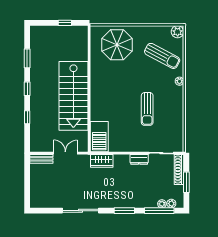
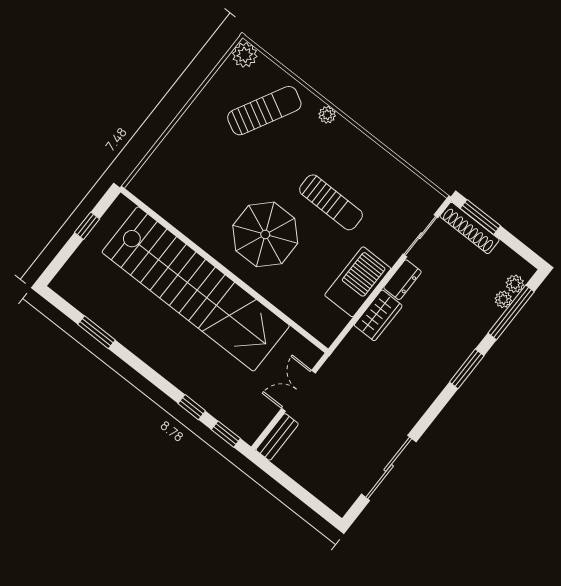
parasol: (117, 45) -> (265, 234), moved
window: (27, 89) -> (226, 434), moved
stairs: (73, 96) -> (196, 289), width x1.36
barbecue: (99, 137) -> (358, 282), moved, turned -90
wardrobe: (102, 161) -> (378, 315), moved
window: (186, 182) -> (480, 217), moved
sliding door: (80, 211) -> (389, 468), moved

